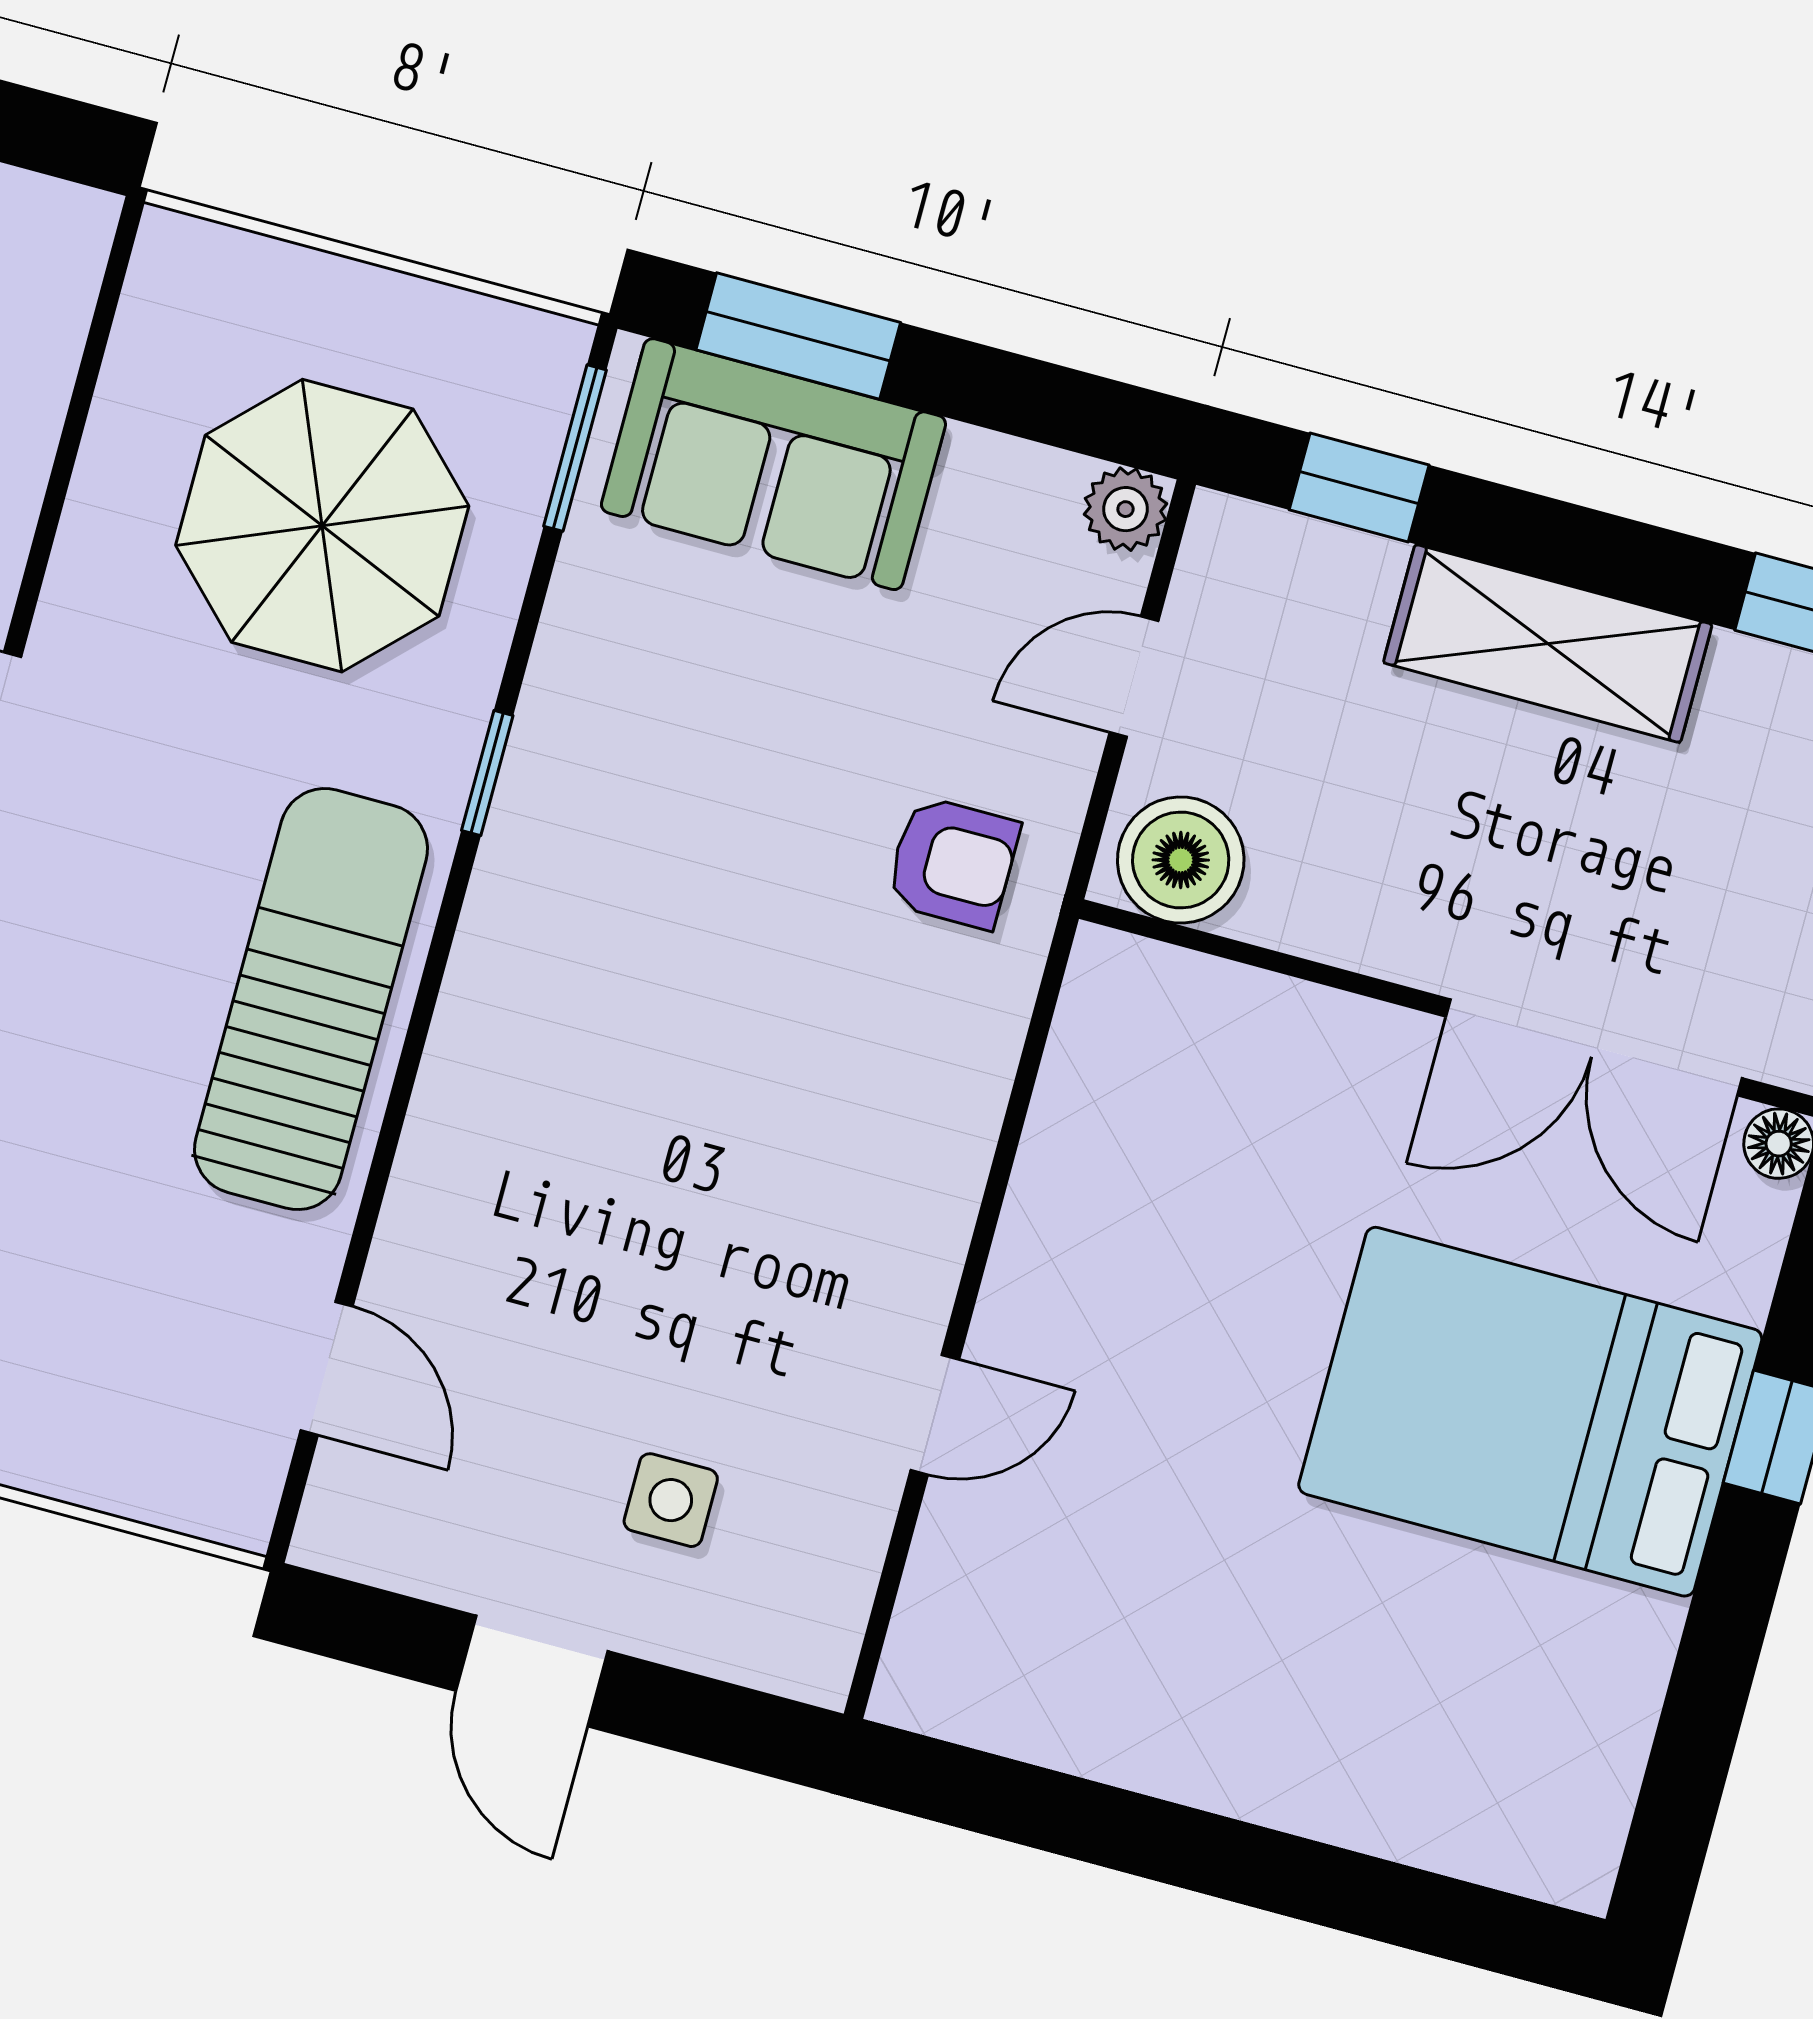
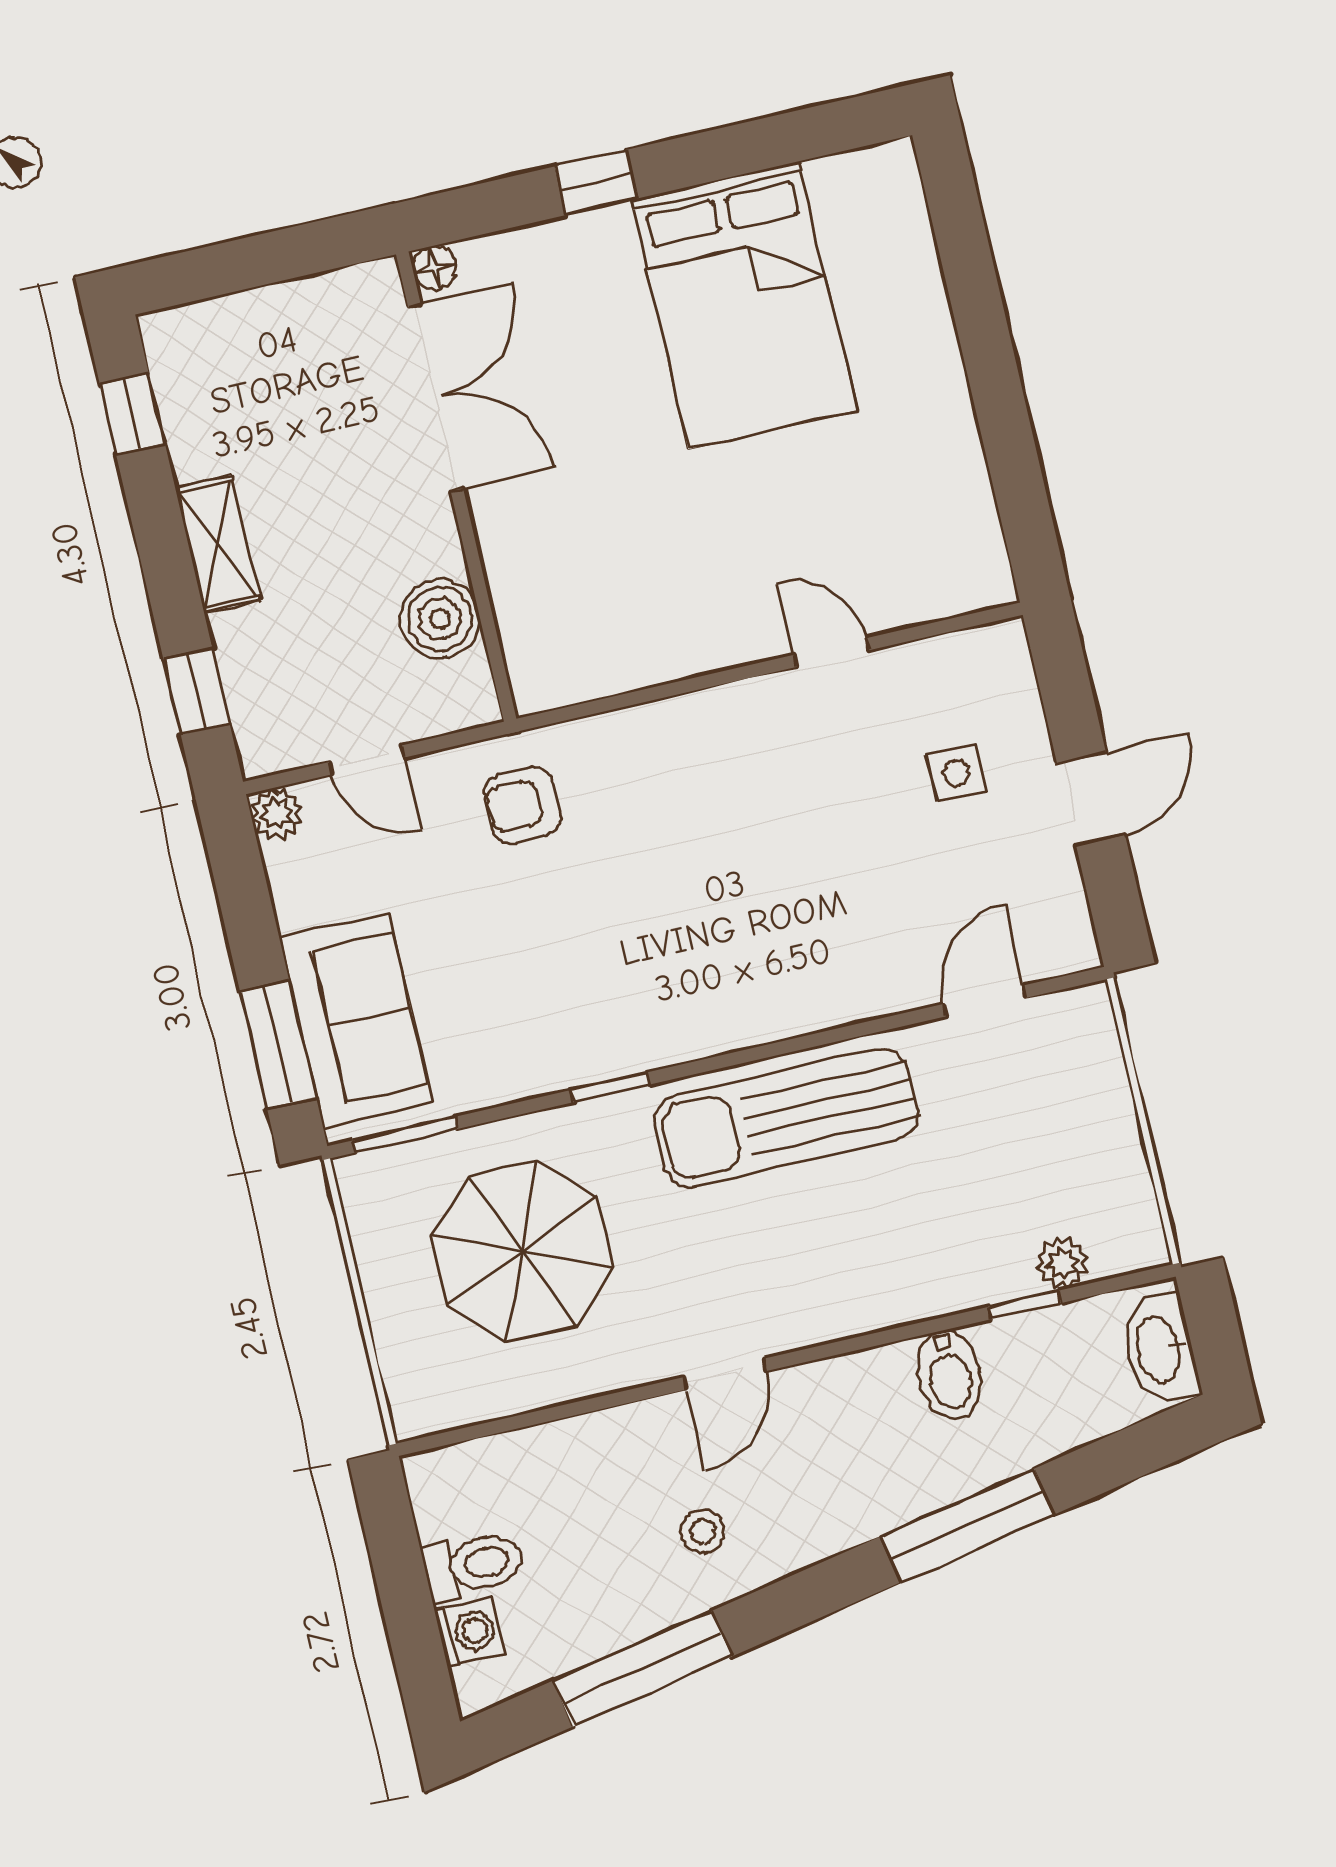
shelving: (1548, 643) -> (218, 544), width x0.67, depth x0.75
boiler: (1181, 860) -> (440, 619), moved
armchair: (953, 863) -> (522, 805), turned -90
bed: (1530, 1412) -> (744, 305), moved

